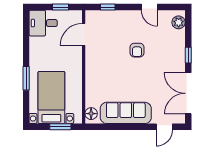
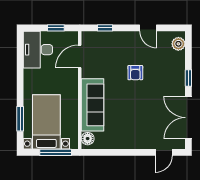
desk: (43, 23) -> (38, 50), width x1.37
window: (26, 78) -> (20, 119), moved
sofa: (126, 113) -> (93, 105), moved, turned 90
window: (60, 127) -> (56, 152), width x1.44

